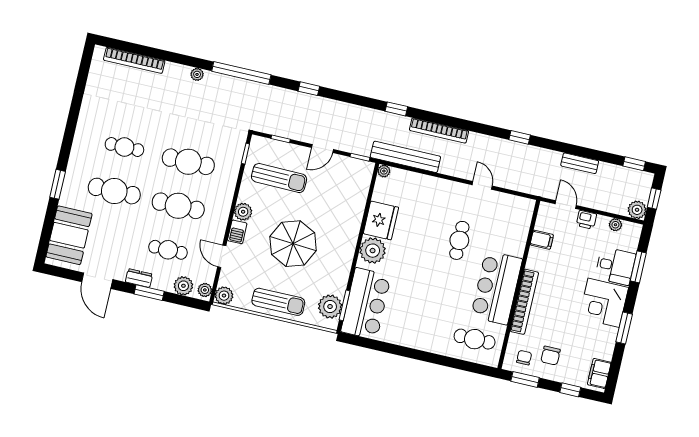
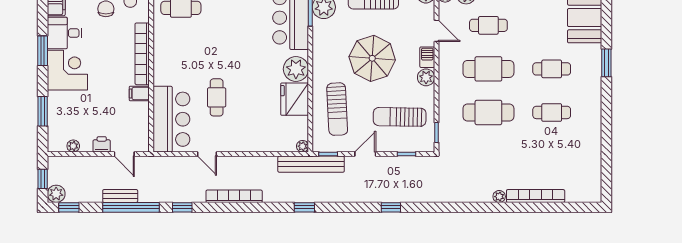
bookcase: (134, 60) -> (536, 196), moved
window: (241, 73) -> (131, 207), moved
bookcase: (439, 131) -> (234, 196), moved
bench: (405, 157) -> (311, 164), moved
cafe table: (114, 191) -> (552, 69), width x0.73, depth x0.74
sun lounger: (340, 200) -> (337, 109), added
plant: (637, 210) -> (56, 194), moved
filing cabinet: (542, 240) -> (139, 94), moved
desk: (615, 266) -> (64, 33), moved
bar counter: (497, 288) -> (171, 119), moved

